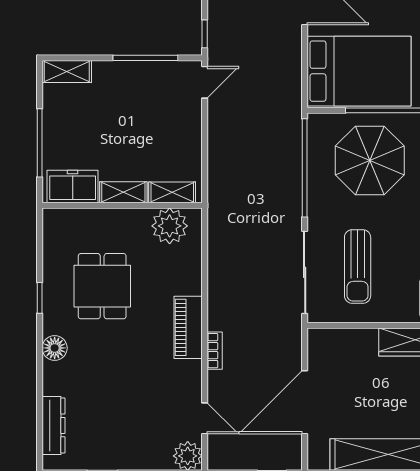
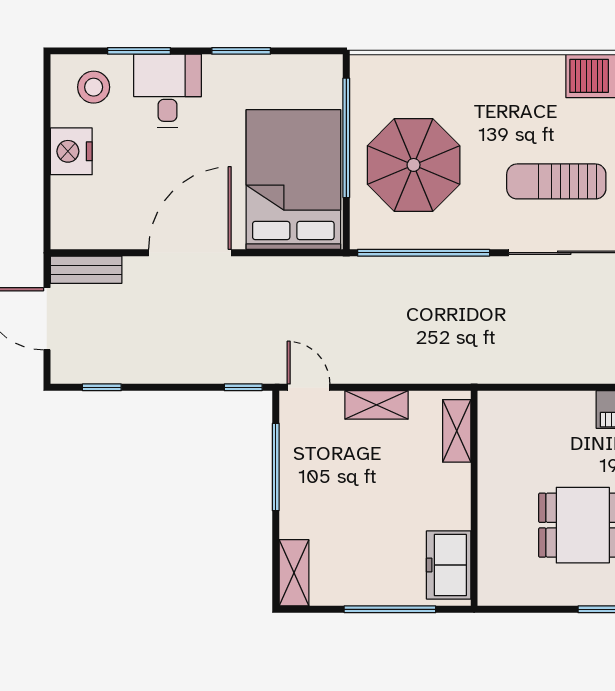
shelving: (123, 192) -> (377, 405), moved, turned 90
plant: (170, 226) -> (502, 434), removed
sun lounger: (358, 266) -> (556, 181), turned 180

